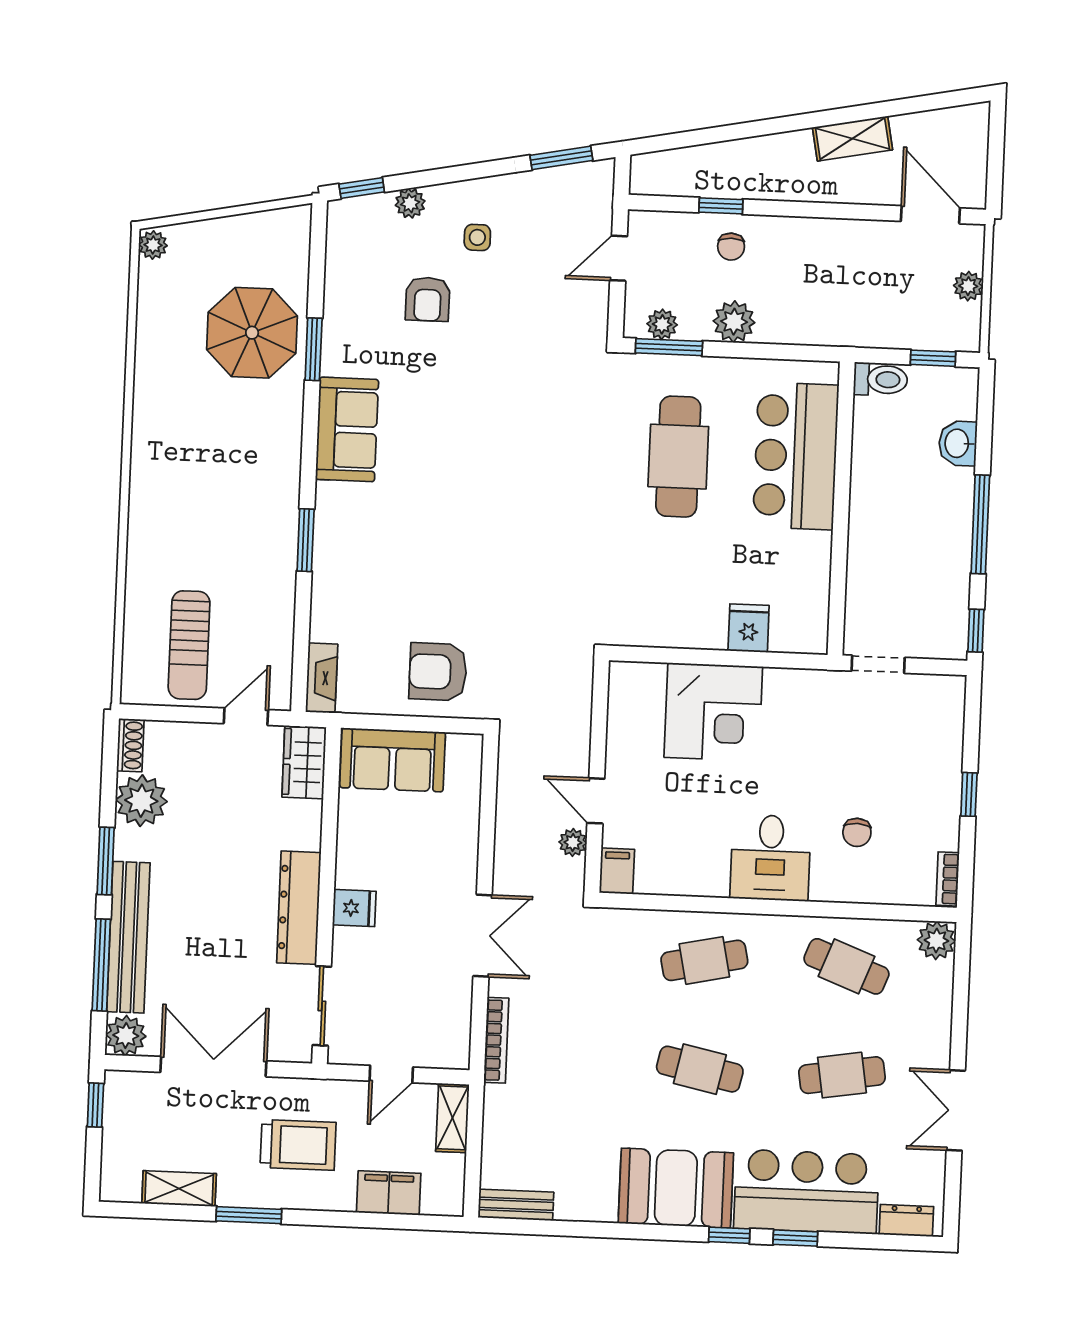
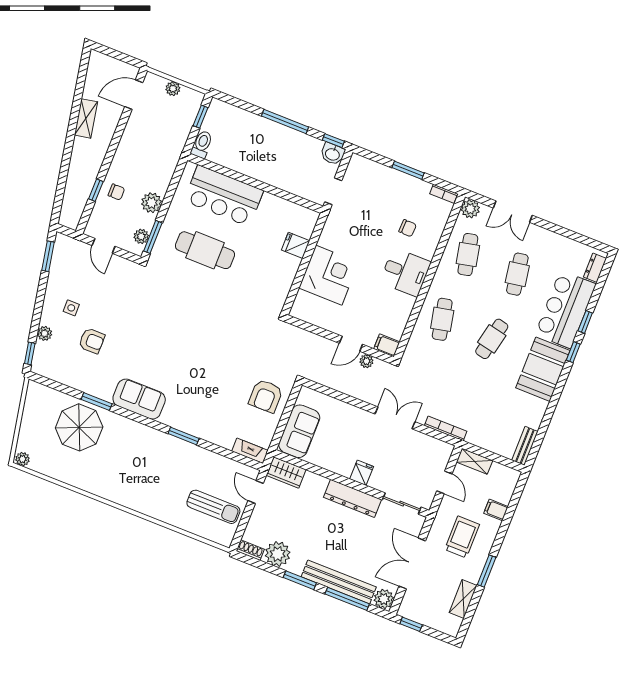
washbasin: (958, 443) -> (333, 154), moved
window: (969, 794) -> (408, 170), width x1.50
cafe table: (846, 966) -> (468, 255), turned -33
double door: (956, 1110) -> (513, 212), moved
filing cabinet: (389, 1193) -> (496, 510), width x0.50

